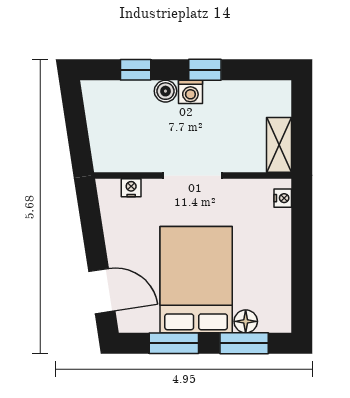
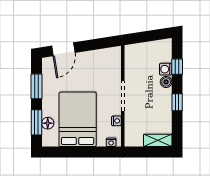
washing machine: (190, 92) -> (166, 69), moved
shelving: (279, 145) -> (158, 140), moved
nightstand: (131, 188) -> (116, 121), moved
bed: (196, 280) -> (78, 119), moved, turned -90

